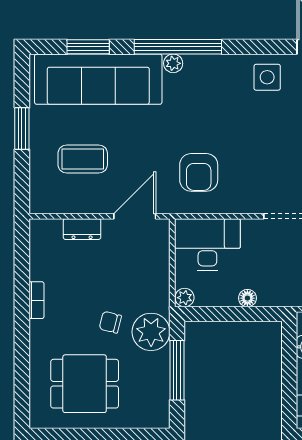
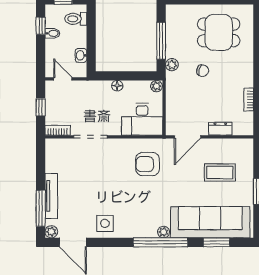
armchair: (199, 172) -> (148, 164), turned -90
bookcase: (36, 300) -> (249, 100), moved
plant: (151, 332) -> (172, 65), width x0.53, depth x0.53

